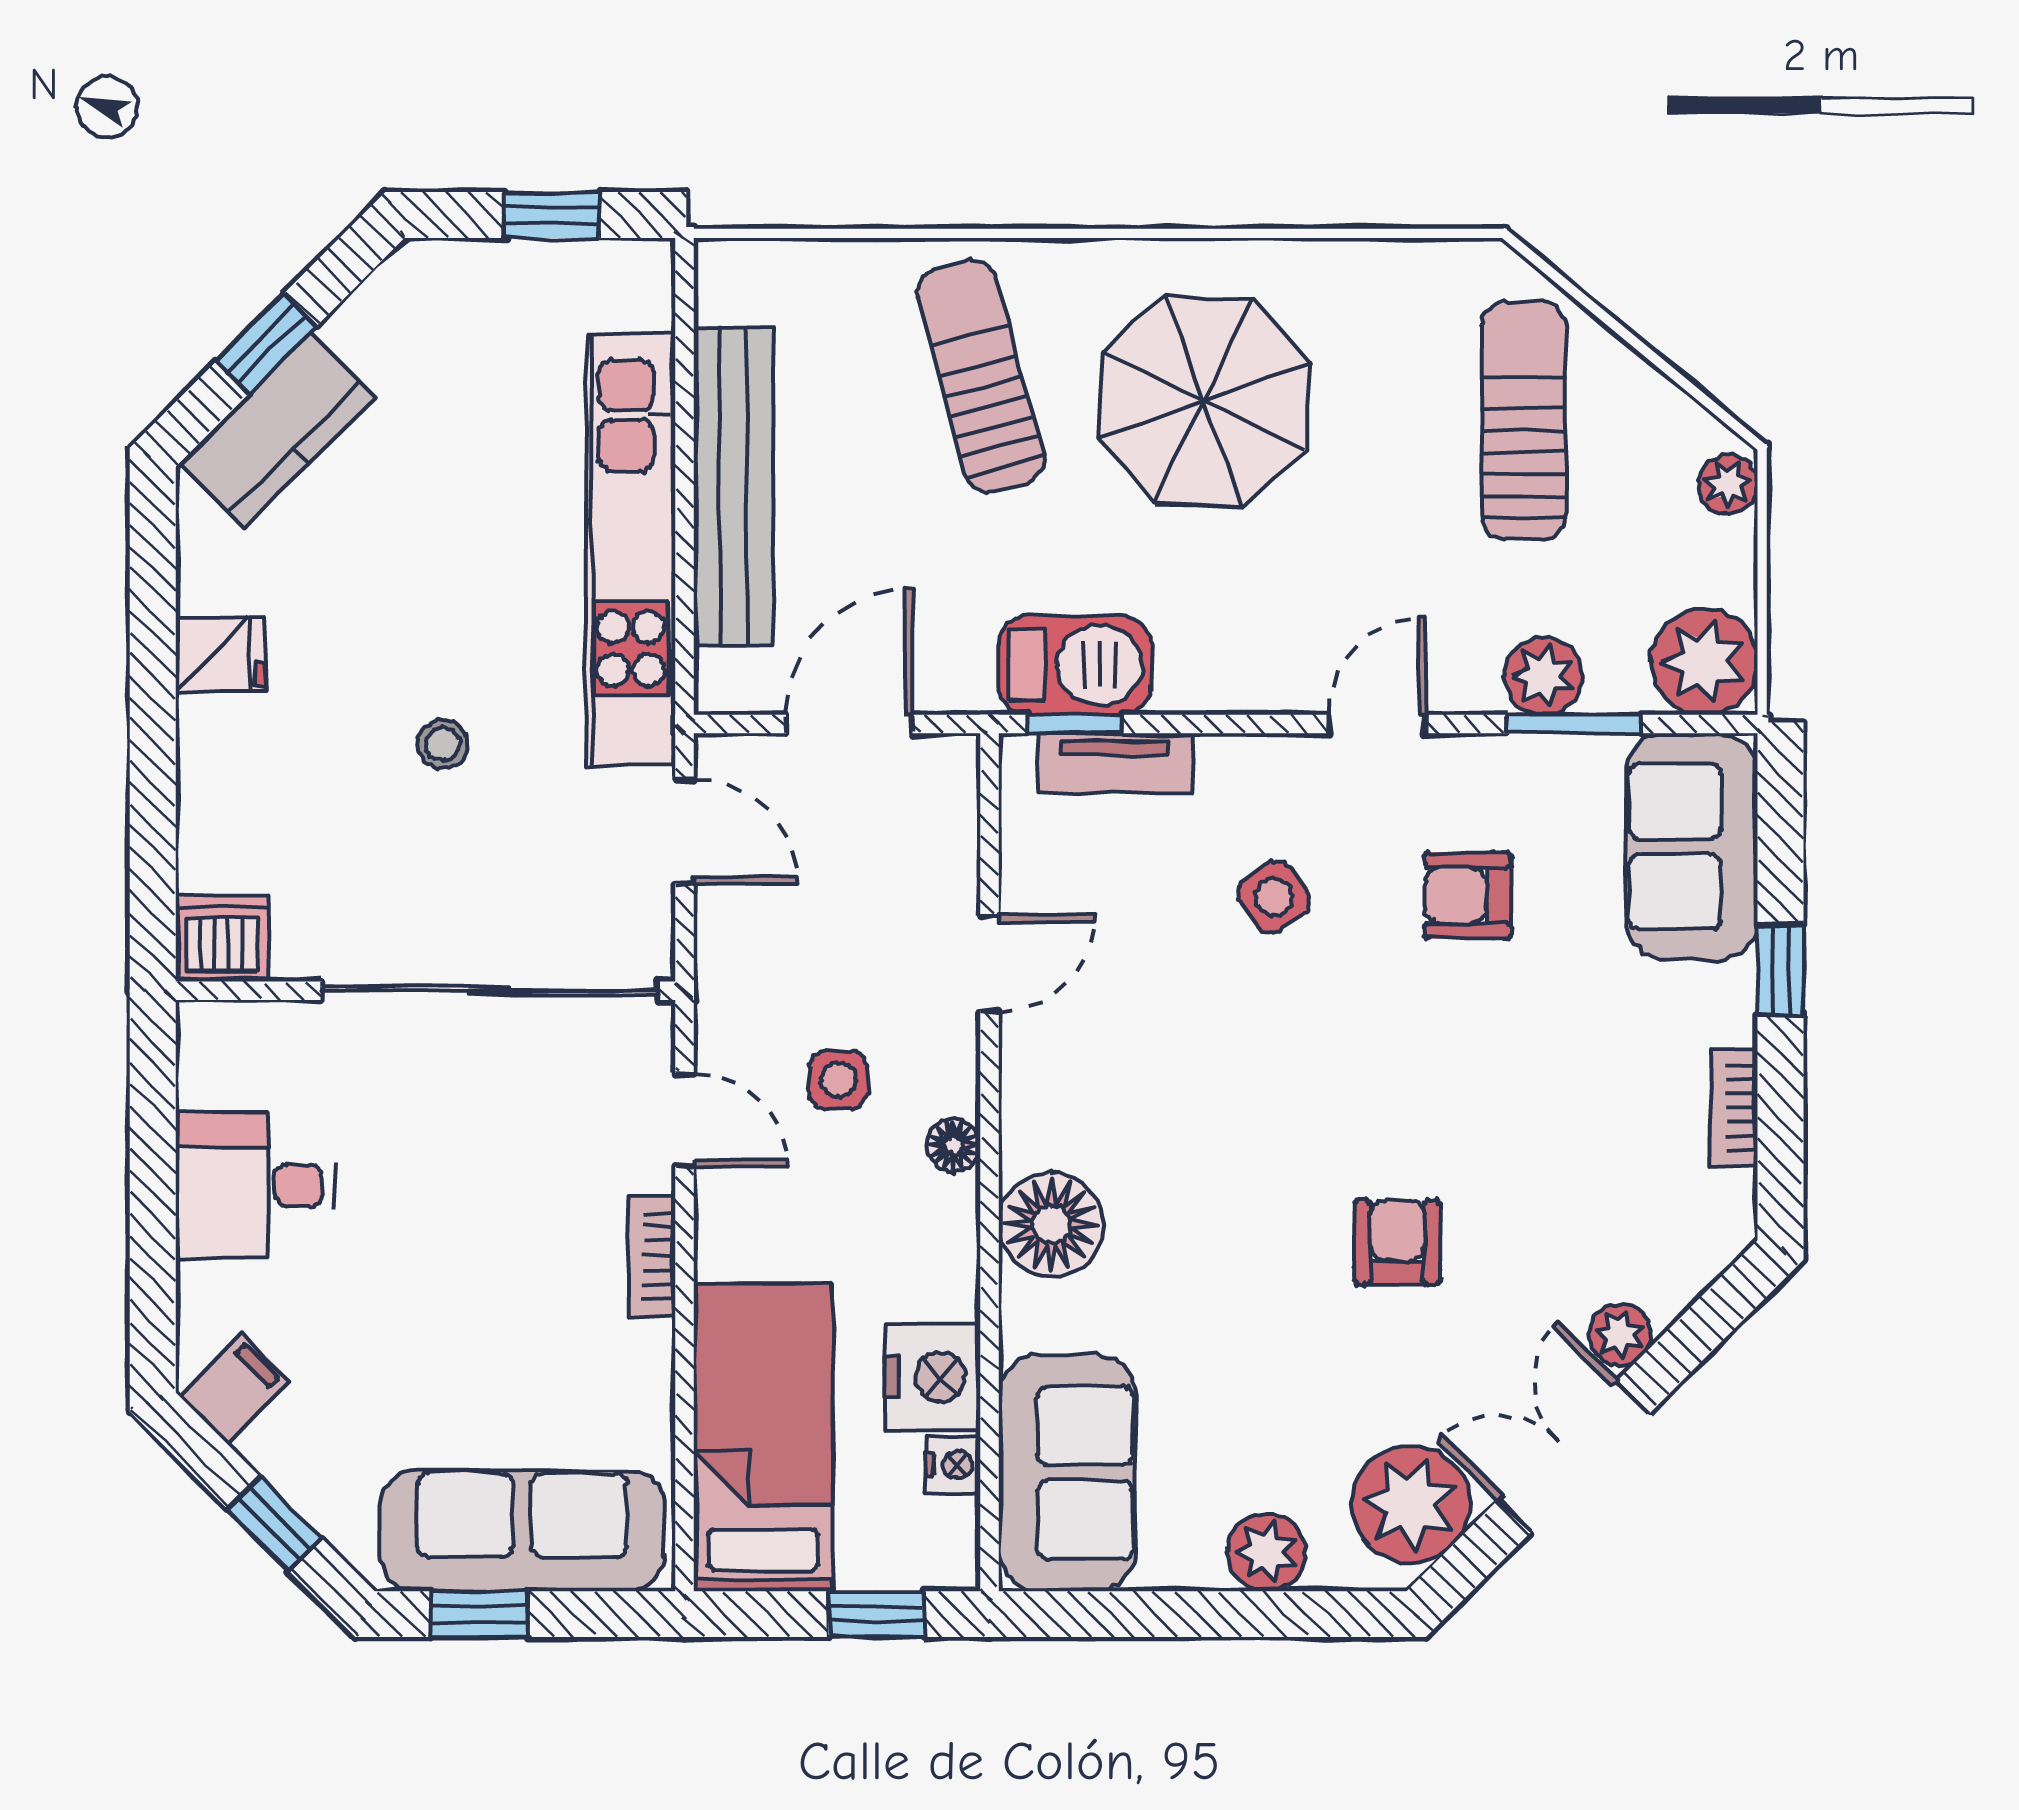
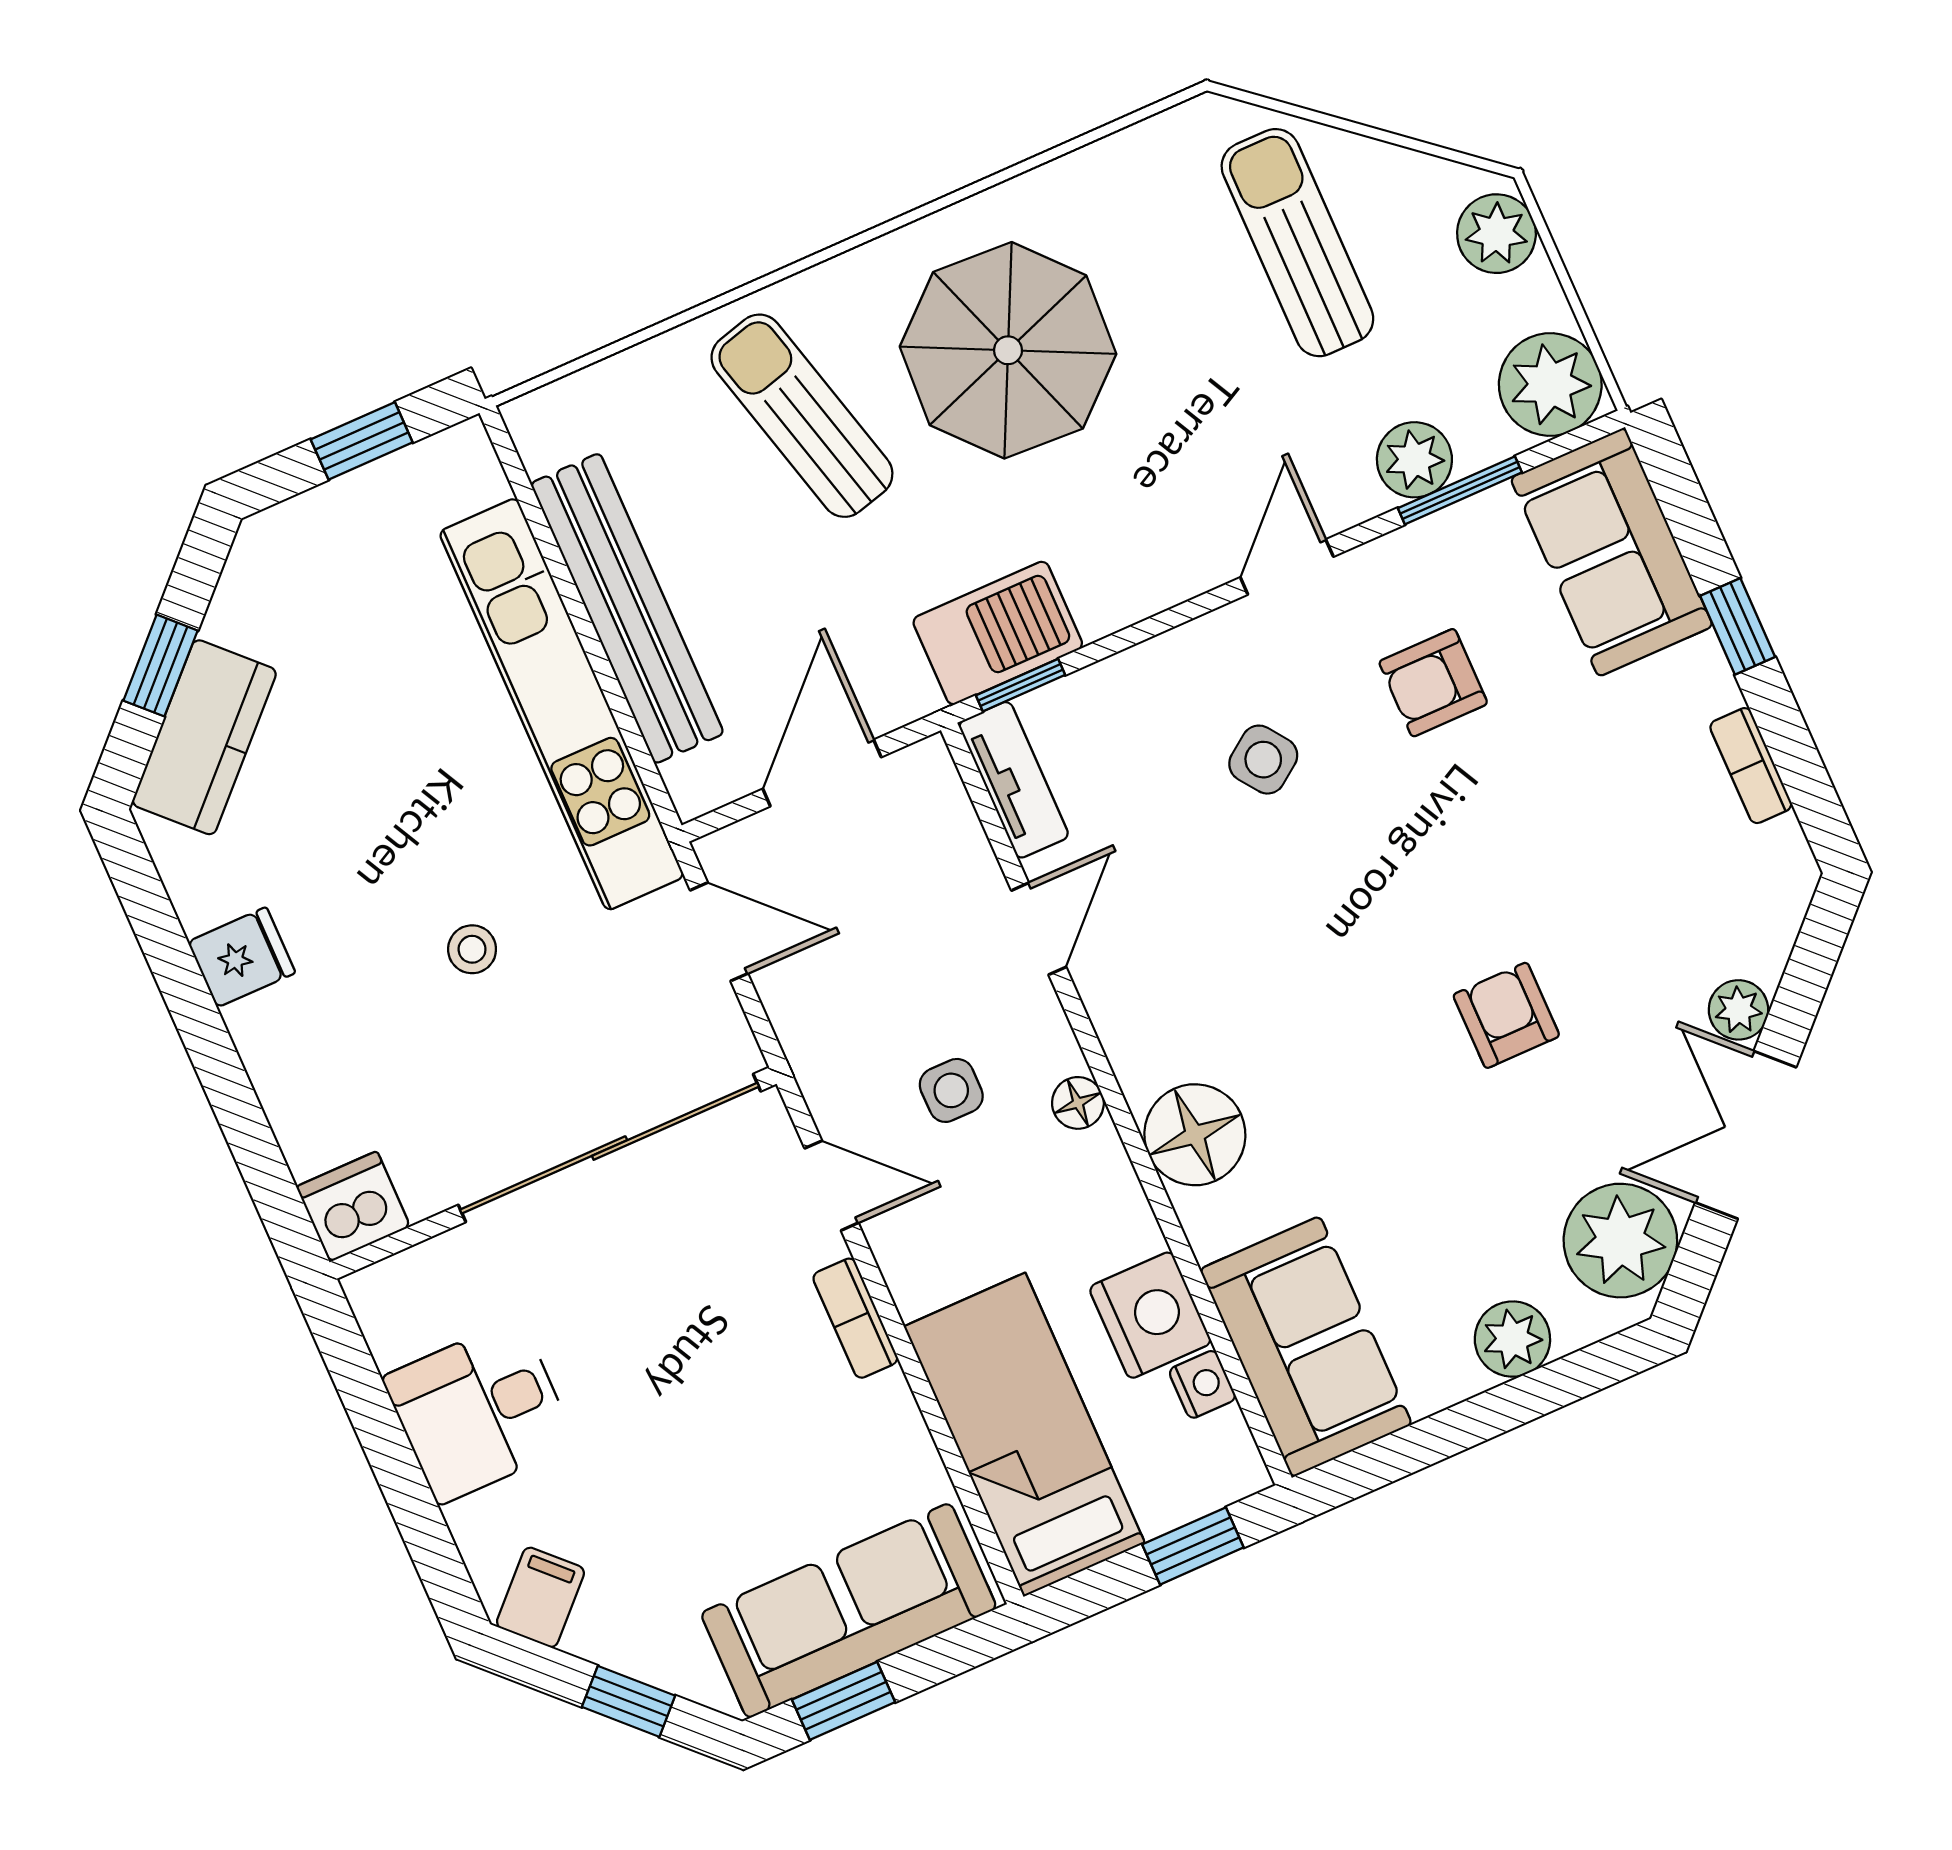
plant: (1728, 485) -> (1496, 234), width x1.38, depth x1.38
tv unit: (1115, 763) -> (1014, 780), moved, turned -90

